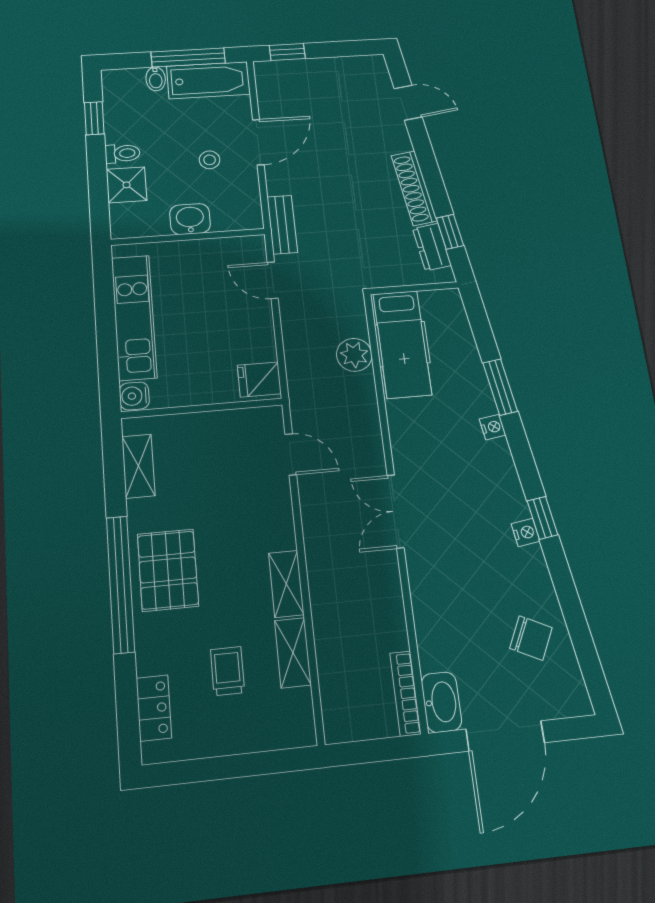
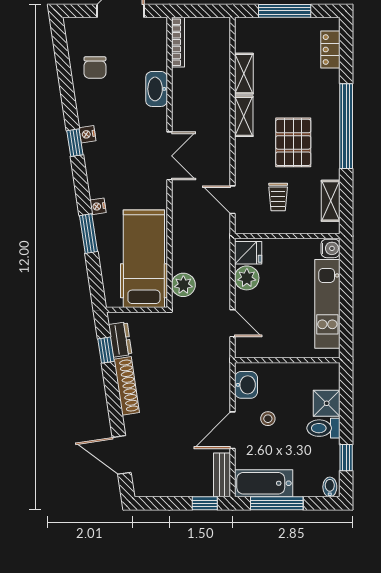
bidet: (156, 79) -> (330, 487), moved
door: (408, 103) -> (122, 455), width x1.37
toilet: (123, 153) -> (323, 428), width x1.37, depth x1.39
washbasin: (190, 219) -> (246, 385), moved, turned -90
bench: (282, 225) -> (222, 475), moved
plant: (258, 344) -> (247, 278), added
hospital bed: (402, 344) -> (144, 259), width x1.37, depth x1.29
plant: (354, 355) -> (183, 285), moved
pallet: (168, 570) -> (293, 142), moved
chair: (531, 638) -> (95, 68), turned -116
trolley: (227, 671) -> (278, 197), moved
washbasin: (441, 702) -> (157, 89), moved
window: (235, 766) -> (285, 11), added

